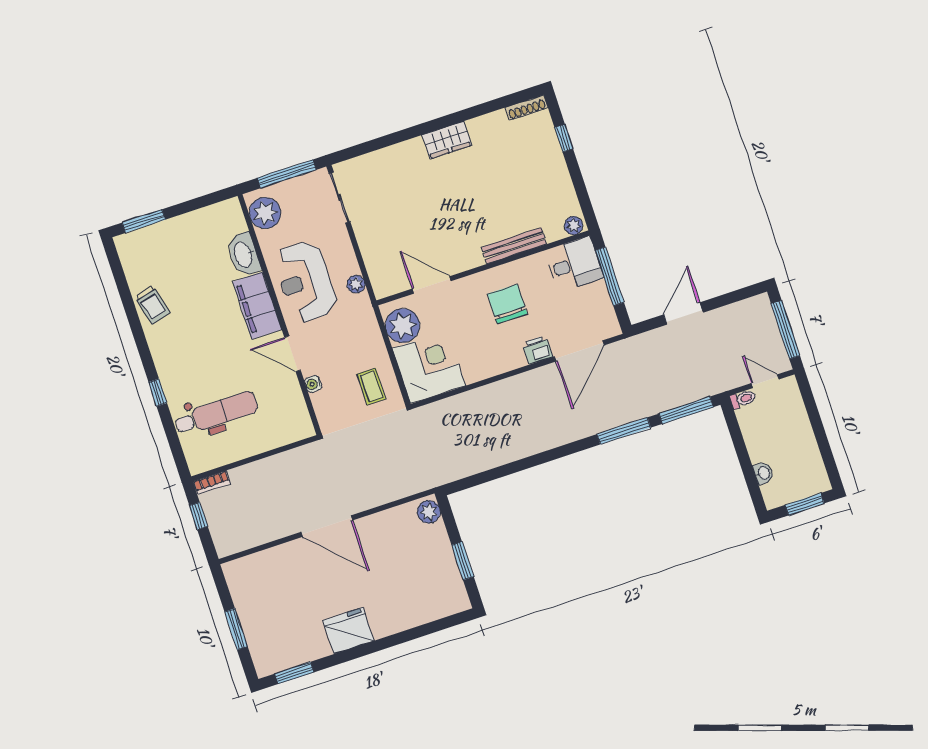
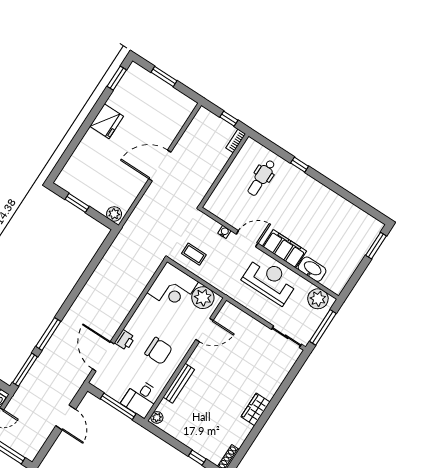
plant: (356, 284) -> (243, 300), removed
trolley: (152, 305) -> (338, 207), removed
dental chair: (216, 413) -> (261, 178), width x0.73, depth x0.72

